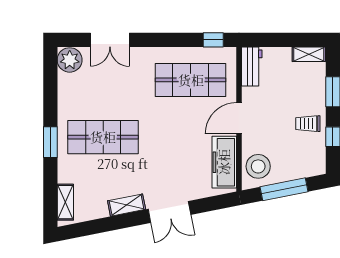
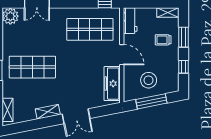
door: (239, 118) -> (122, 55), swing flipped
trolley: (308, 124) -> (163, 40), moved
stool: (258, 166) -> (149, 80), moved

